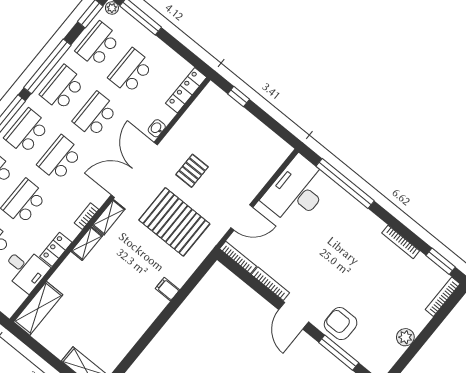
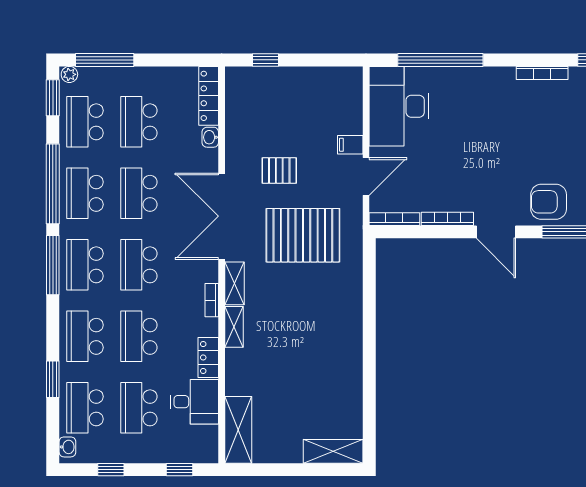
washbasin: (157, 128) -> (210, 137), moved
pallet: (192, 171) -> (279, 170), turned 90
filing cabinet: (167, 289) -> (350, 145), moved

